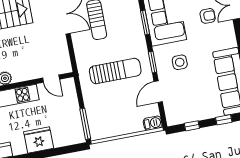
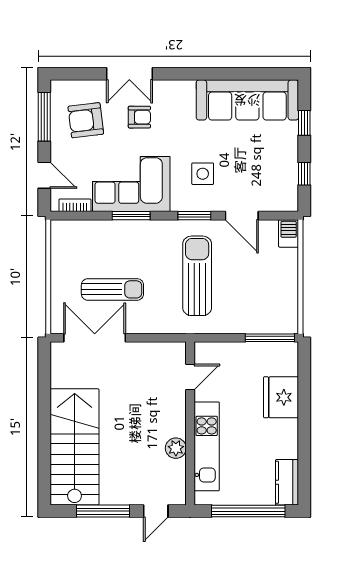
armchair: (208, 16) -> (139, 117), turned 90
fridge: (39, 140) -> (281, 397), moved

